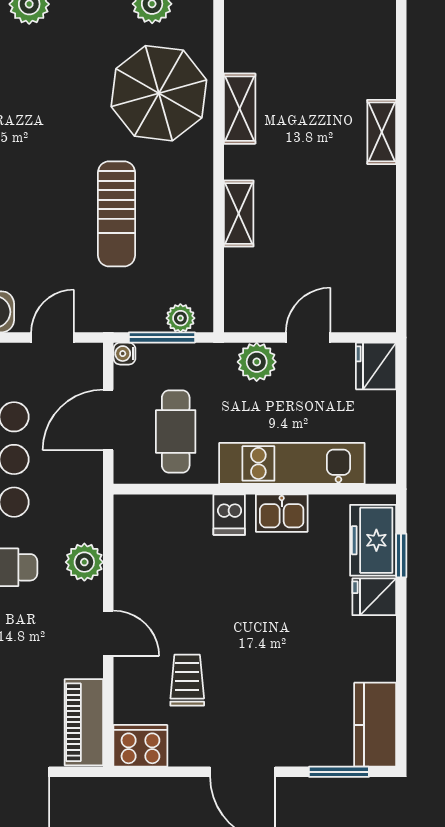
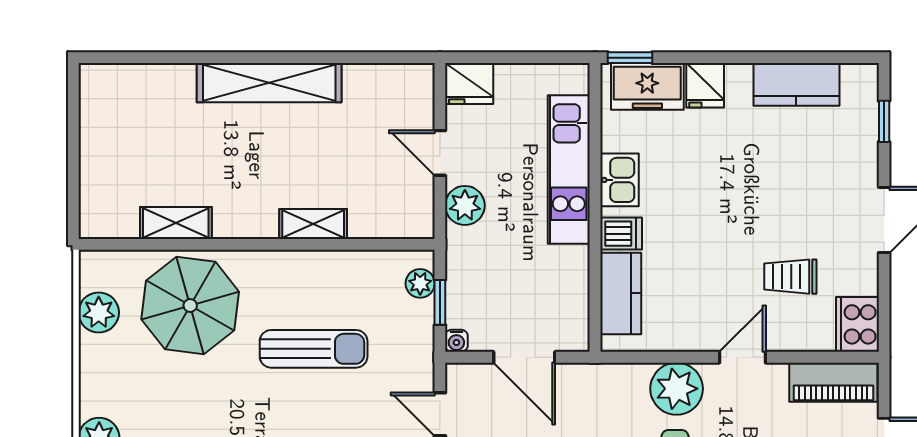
shelving: (240, 109) -> (176, 223), moved
shelving: (382, 132) -> (269, 83), width x2.20, depth x1.33
window: (162, 337) -> (440, 302), width x0.67
cafe table: (176, 431) -> (536, 288), removed
kitchen counter: (171, 514) -> (621, 293), added
window: (401, 555) -> (630, 58), moved
plant: (84, 562) -> (677, 389), width x1.36, depth x1.36
kitchen counter: (375, 725) -> (796, 84), moved
window: (339, 772) -> (884, 121), width x0.67

